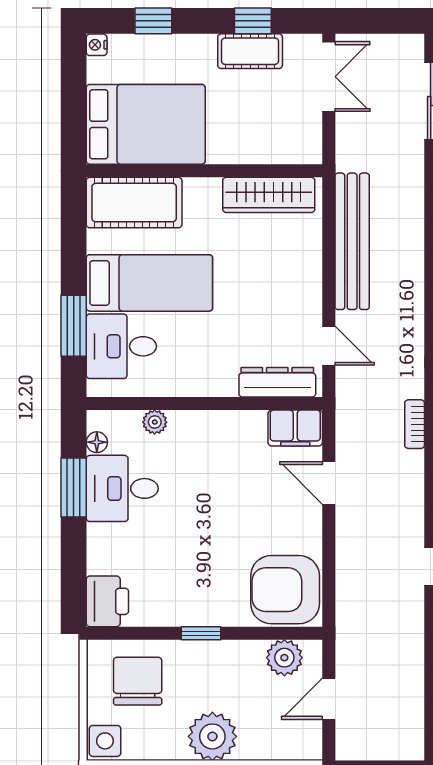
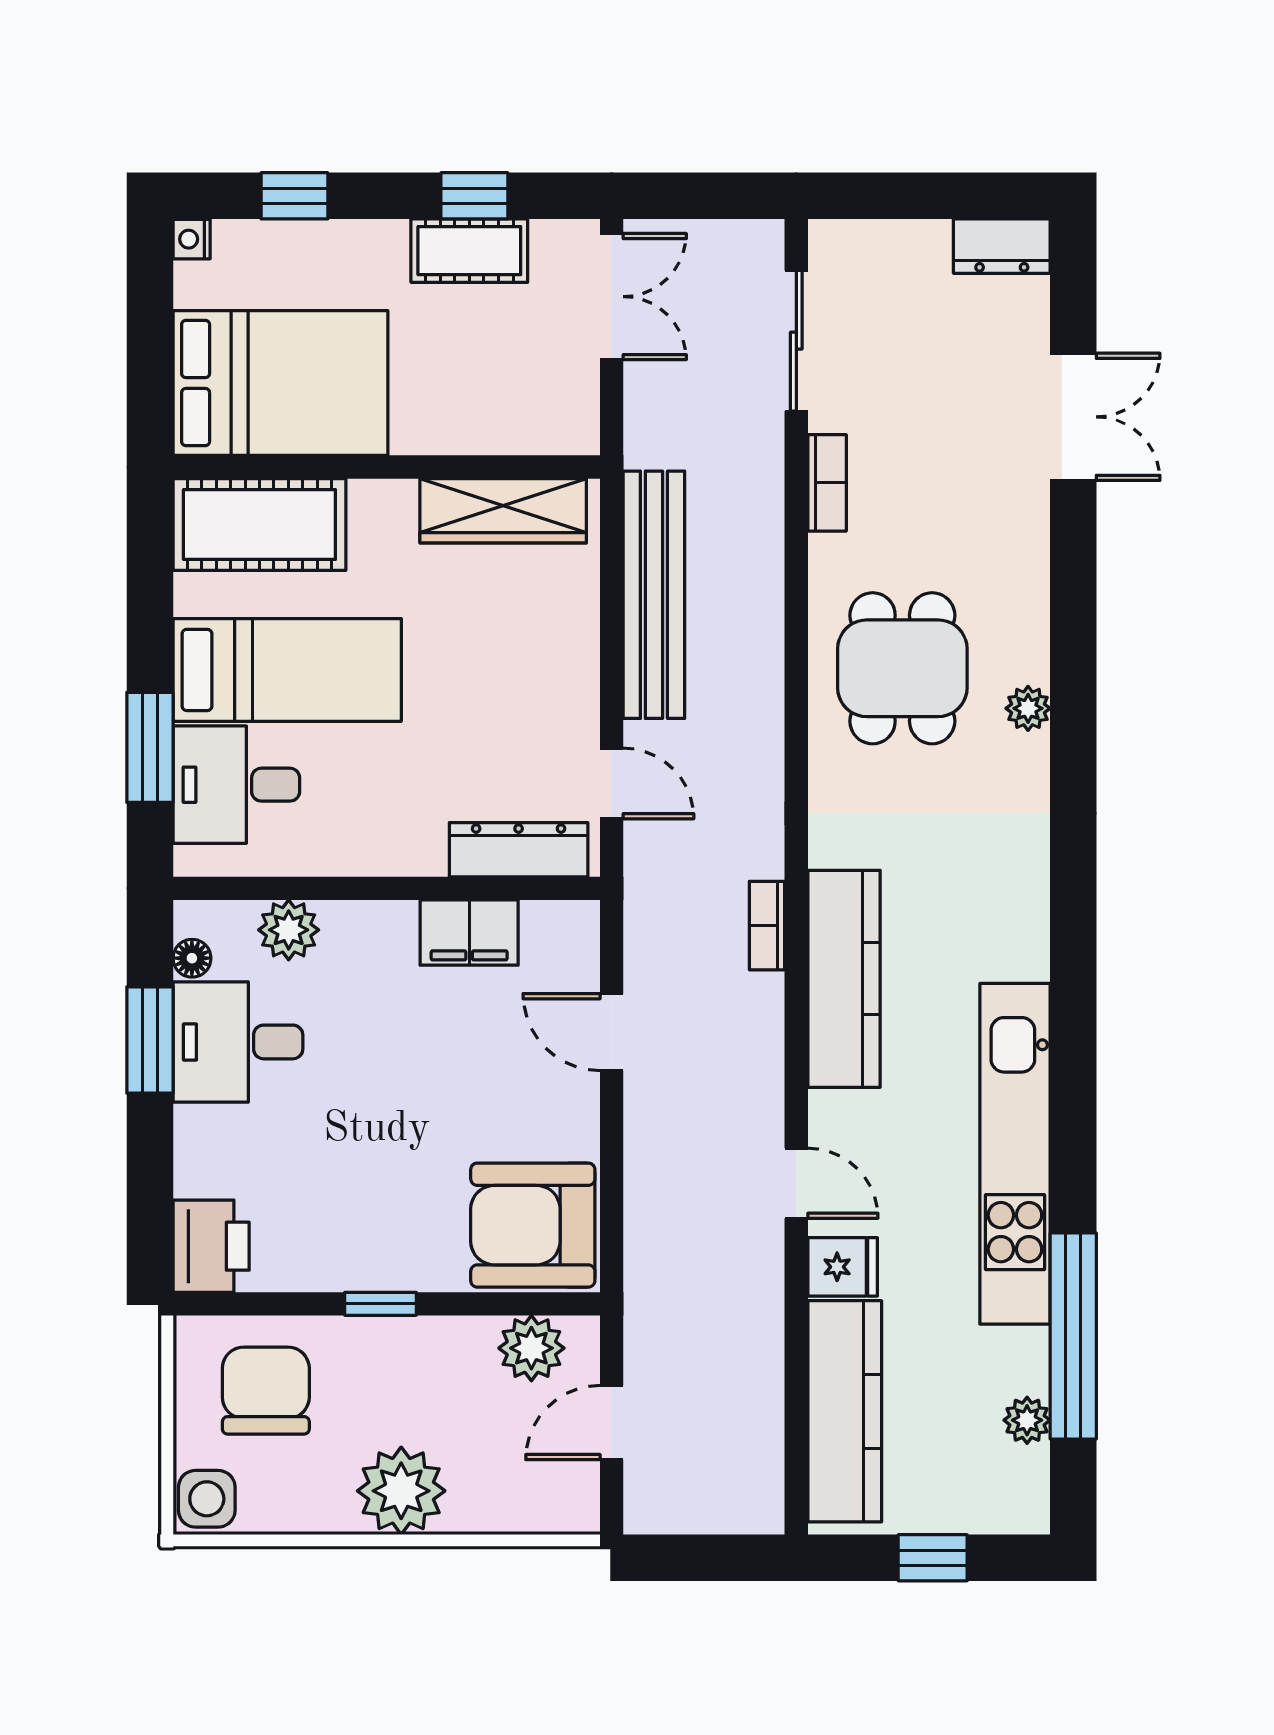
plant: (155, 422) -> (289, 930), width x1.38, depth x1.38
filing cabinet: (295, 428) -> (469, 933), moved

